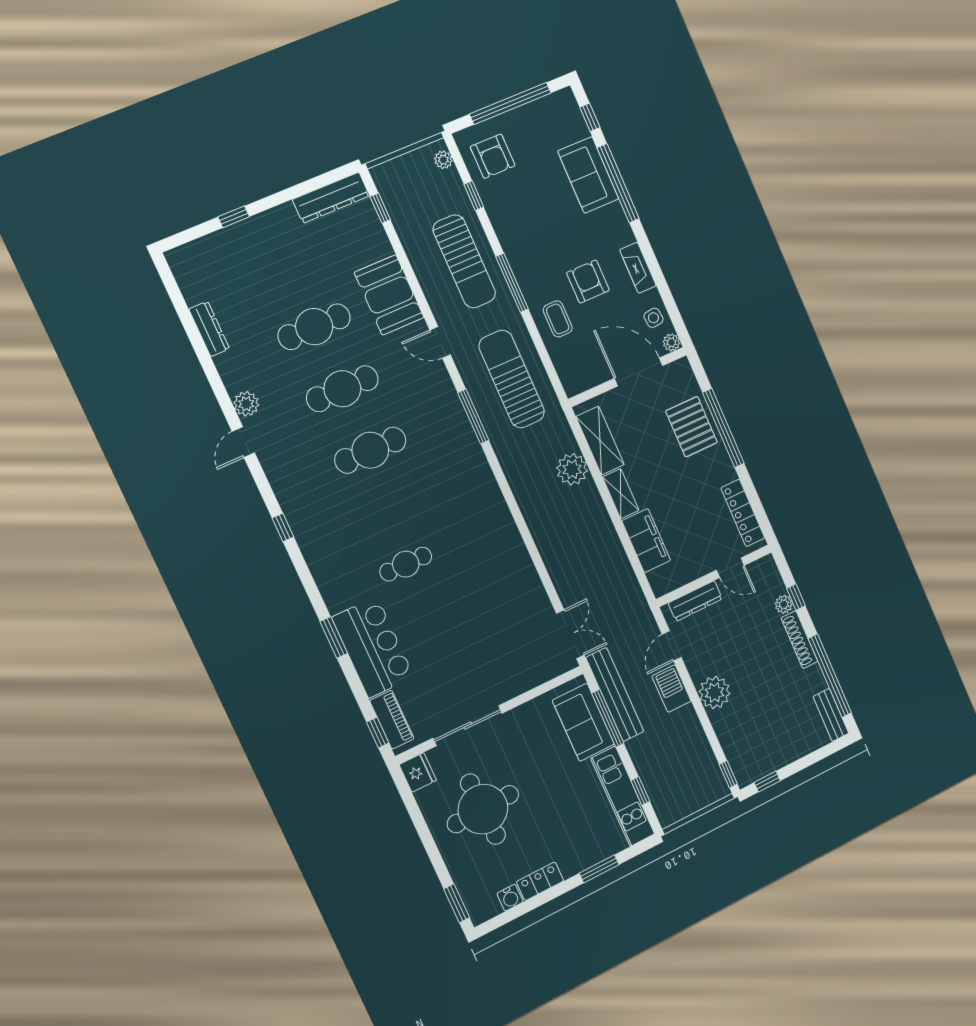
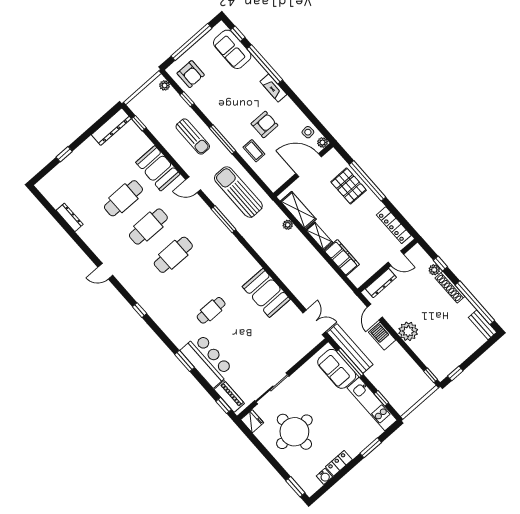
sofa: (588, 175) -> (232, 49), moved
sun lounger: (464, 261) -> (193, 137), width x0.73, depth x0.75
fireplace: (638, 268) -> (273, 88), moved
armchair: (588, 282) -> (264, 124), turned 90
plant: (246, 404) -> (101, 251), removed
door: (243, 442) -> (105, 271), hinge flipped
plant: (572, 469) -> (288, 225), width x0.53, depth x0.53
booth: (507, 562) -> (266, 293), added

